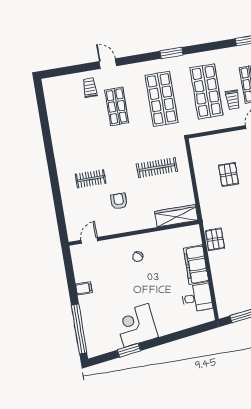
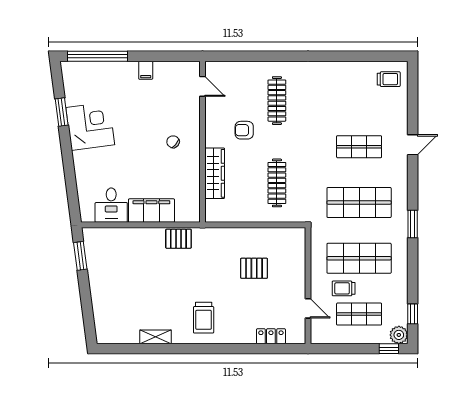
trolley: (90, 88) -> (389, 79), moved
clothes rail: (91, 179) -> (277, 101), width x1.36
armchair: (119, 201) -> (244, 130), turned 180
wardrobe: (176, 216) -> (215, 173), moved

